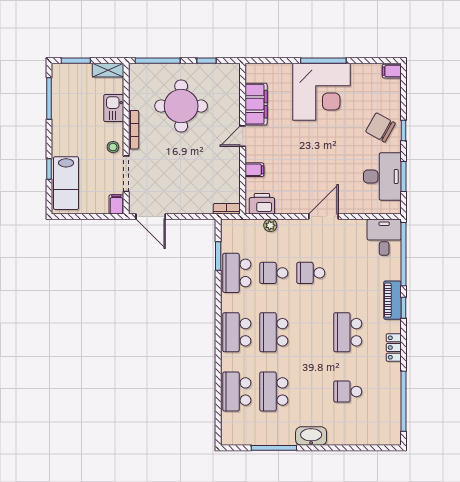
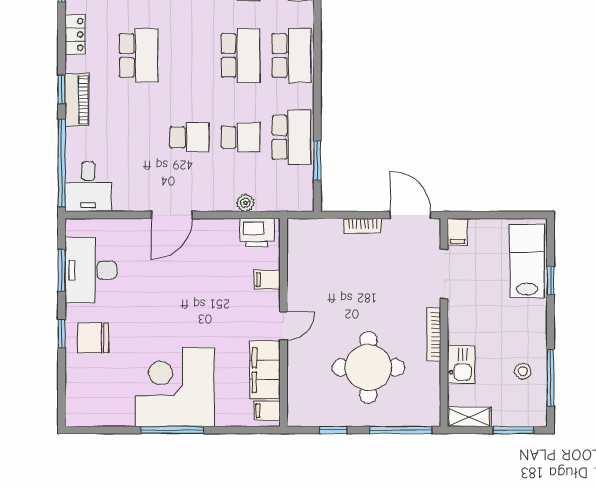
filing cabinet: (392, 71) -> (267, 411), moved, turned 180
chair: (380, 127) -> (93, 338), turned 151
stool: (113, 147) -> (523, 371), moved
bookcase: (227, 209) -> (363, 226), moved

